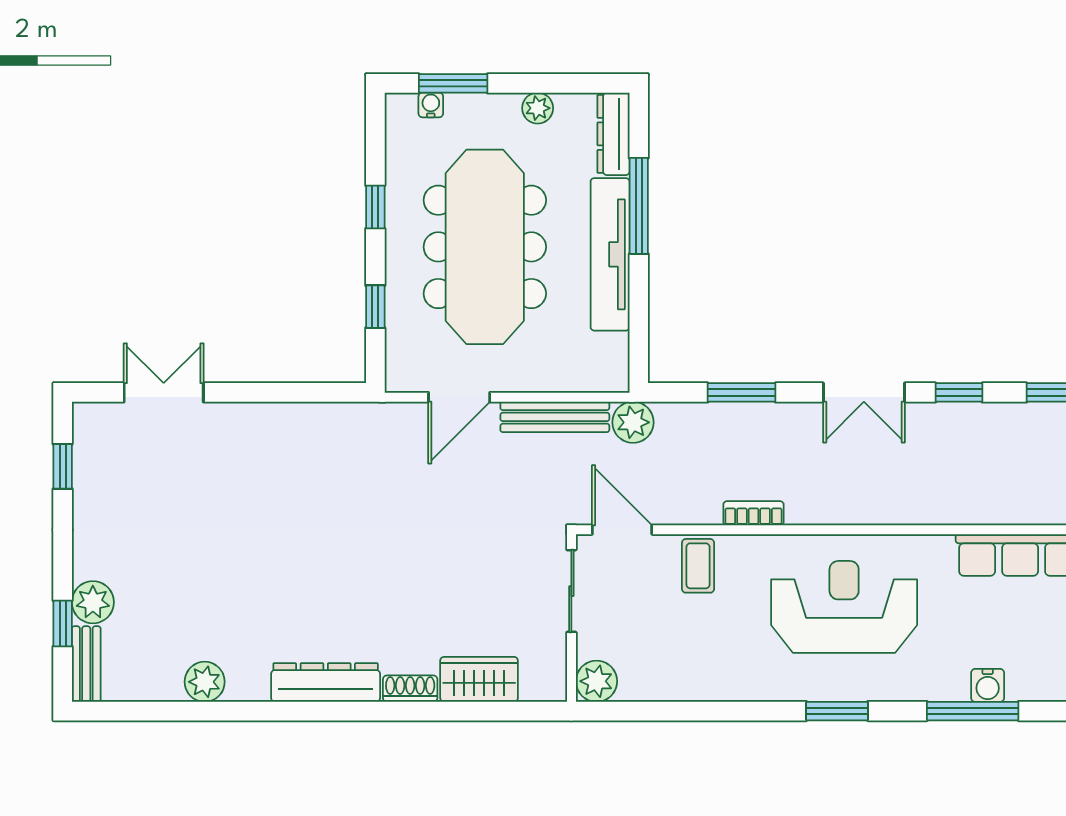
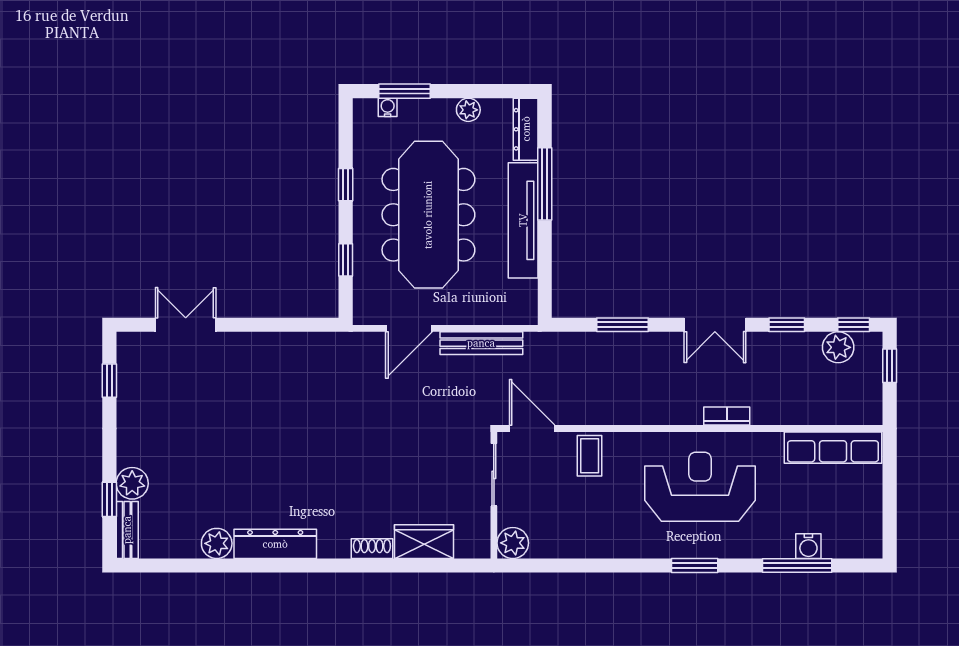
plant: (633, 422) -> (838, 347), moved
bookcase: (754, 513) -> (727, 416), moved
dresser: (326, 682) -> (275, 544), moved

